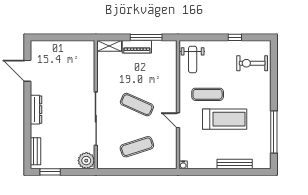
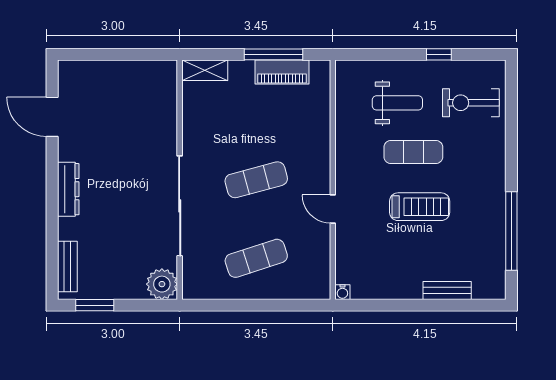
piano: (137, 47) -> (282, 72), moved
weight bench: (193, 59) -> (397, 103), moved, turned -90
exercise mat: (208, 94) -> (413, 152), moved
exercise mat: (137, 105) -> (256, 180), turned -39
treadmill: (225, 119) -> (420, 207), width x0.73, depth x0.73
bench: (235, 164) -> (447, 290), width x0.73

